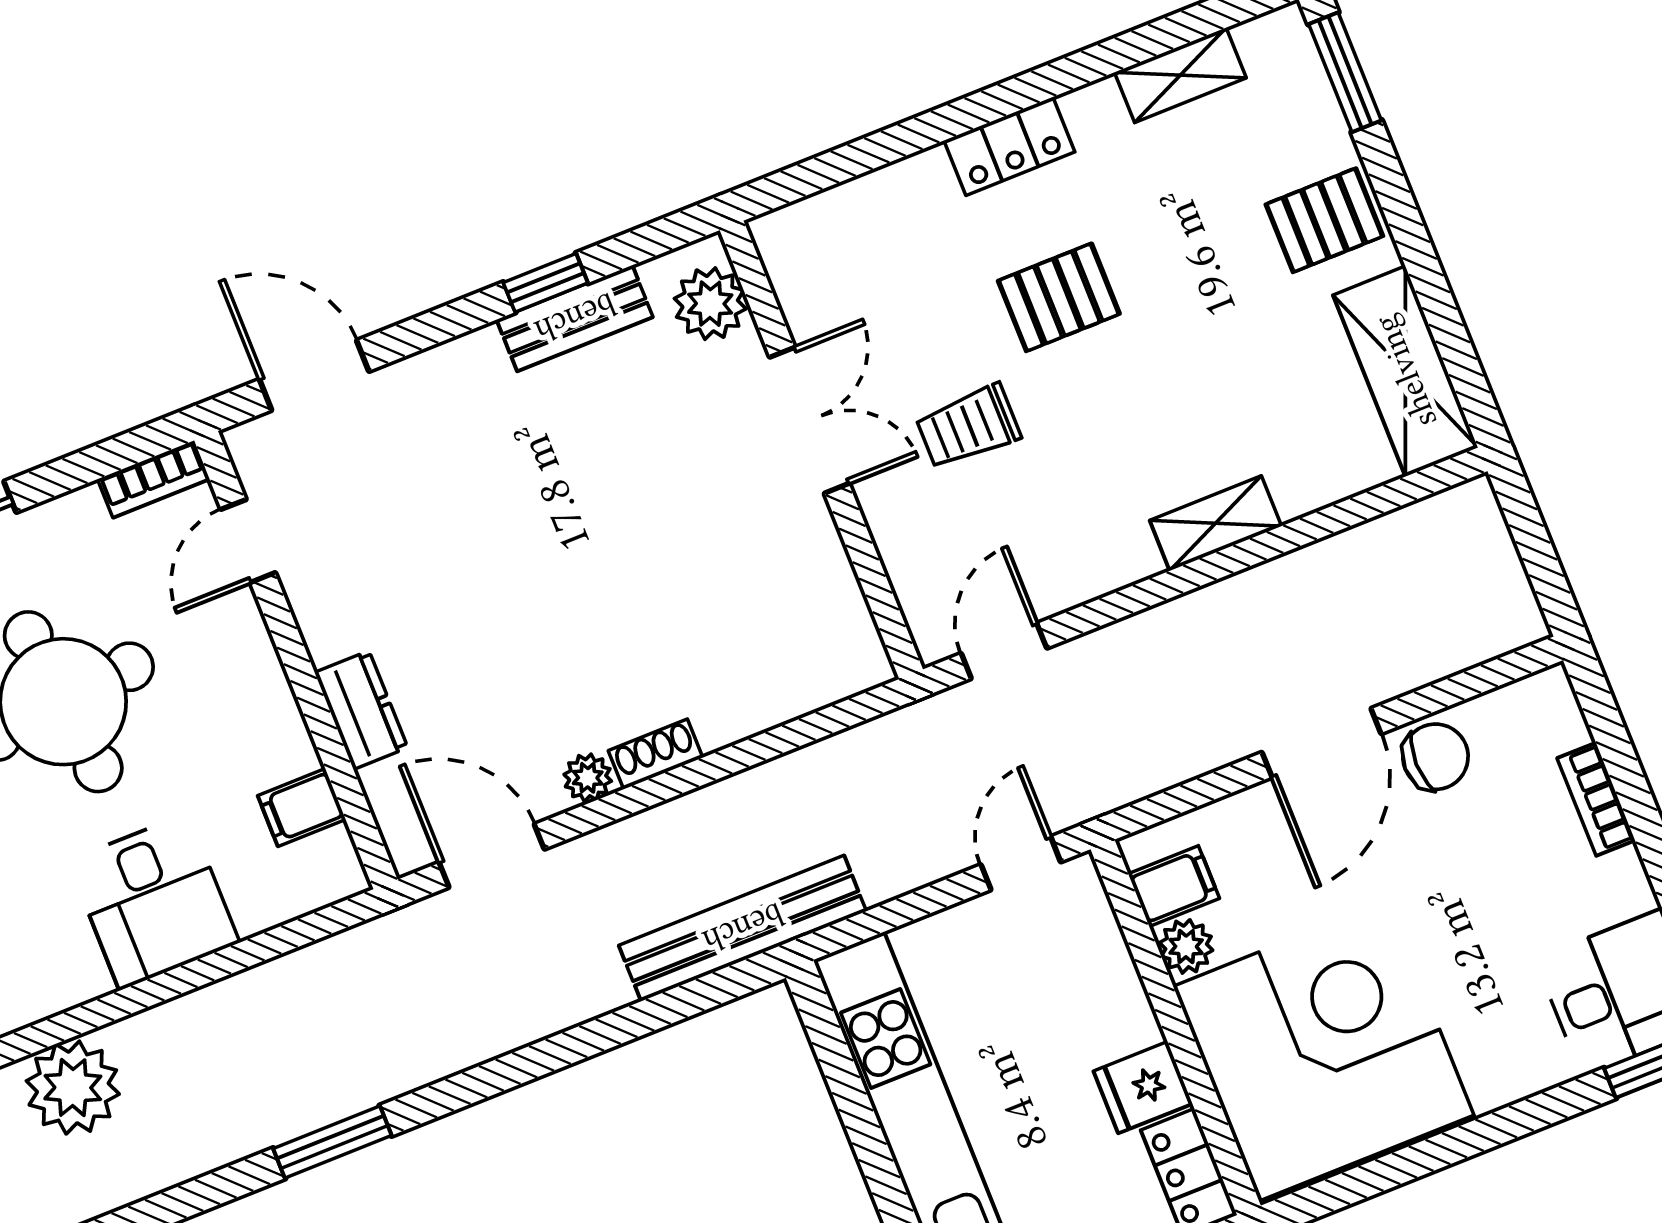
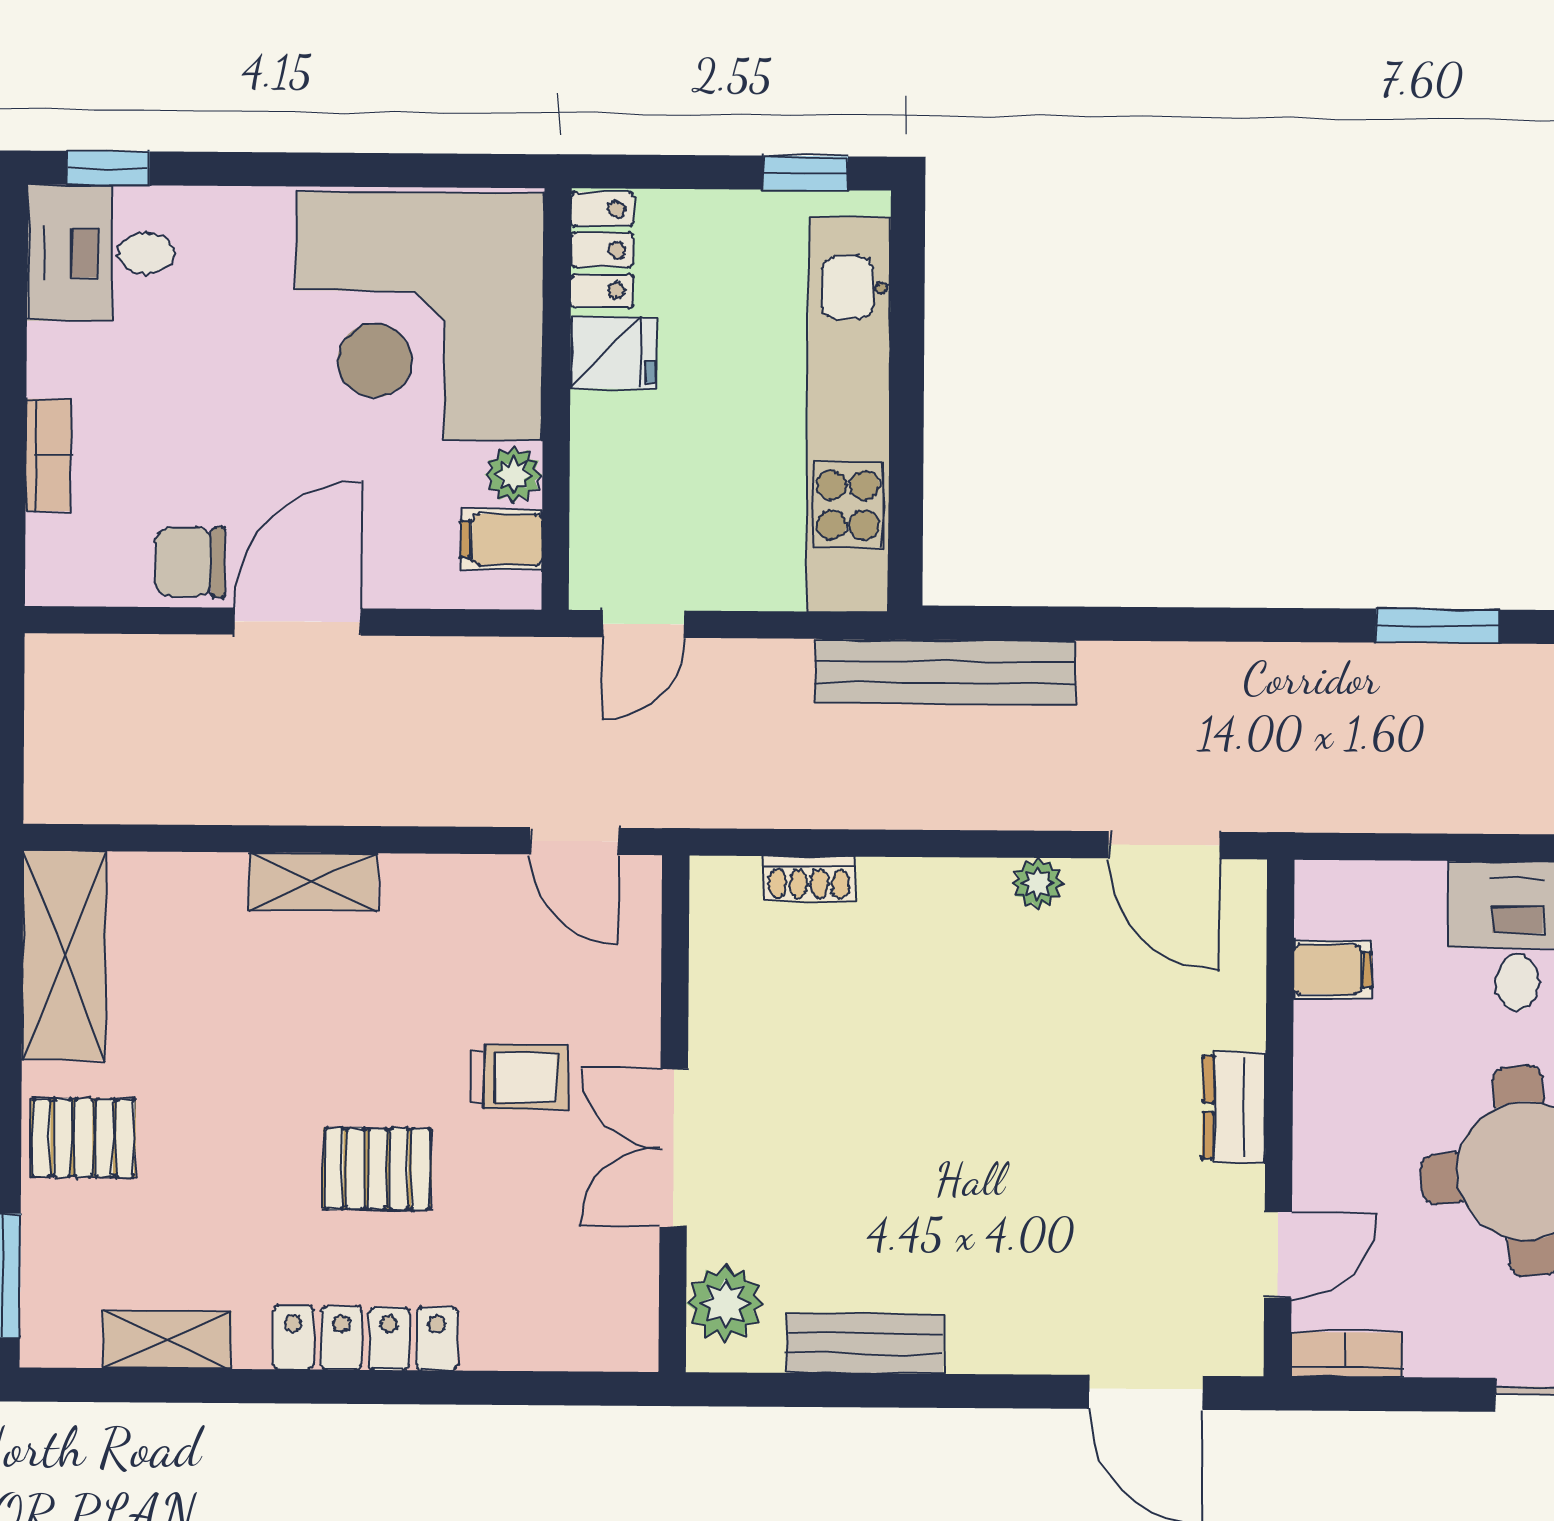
locker: (1009, 146) -> (365, 1338), width x1.53
window: (546, 283) -> (879, 1391), removed
door: (1004, 651) -> (574, 841), hinge flipped
dresser: (361, 710) -> (1234, 1107), moved
shoe rack: (656, 754) -> (809, 878), moved

